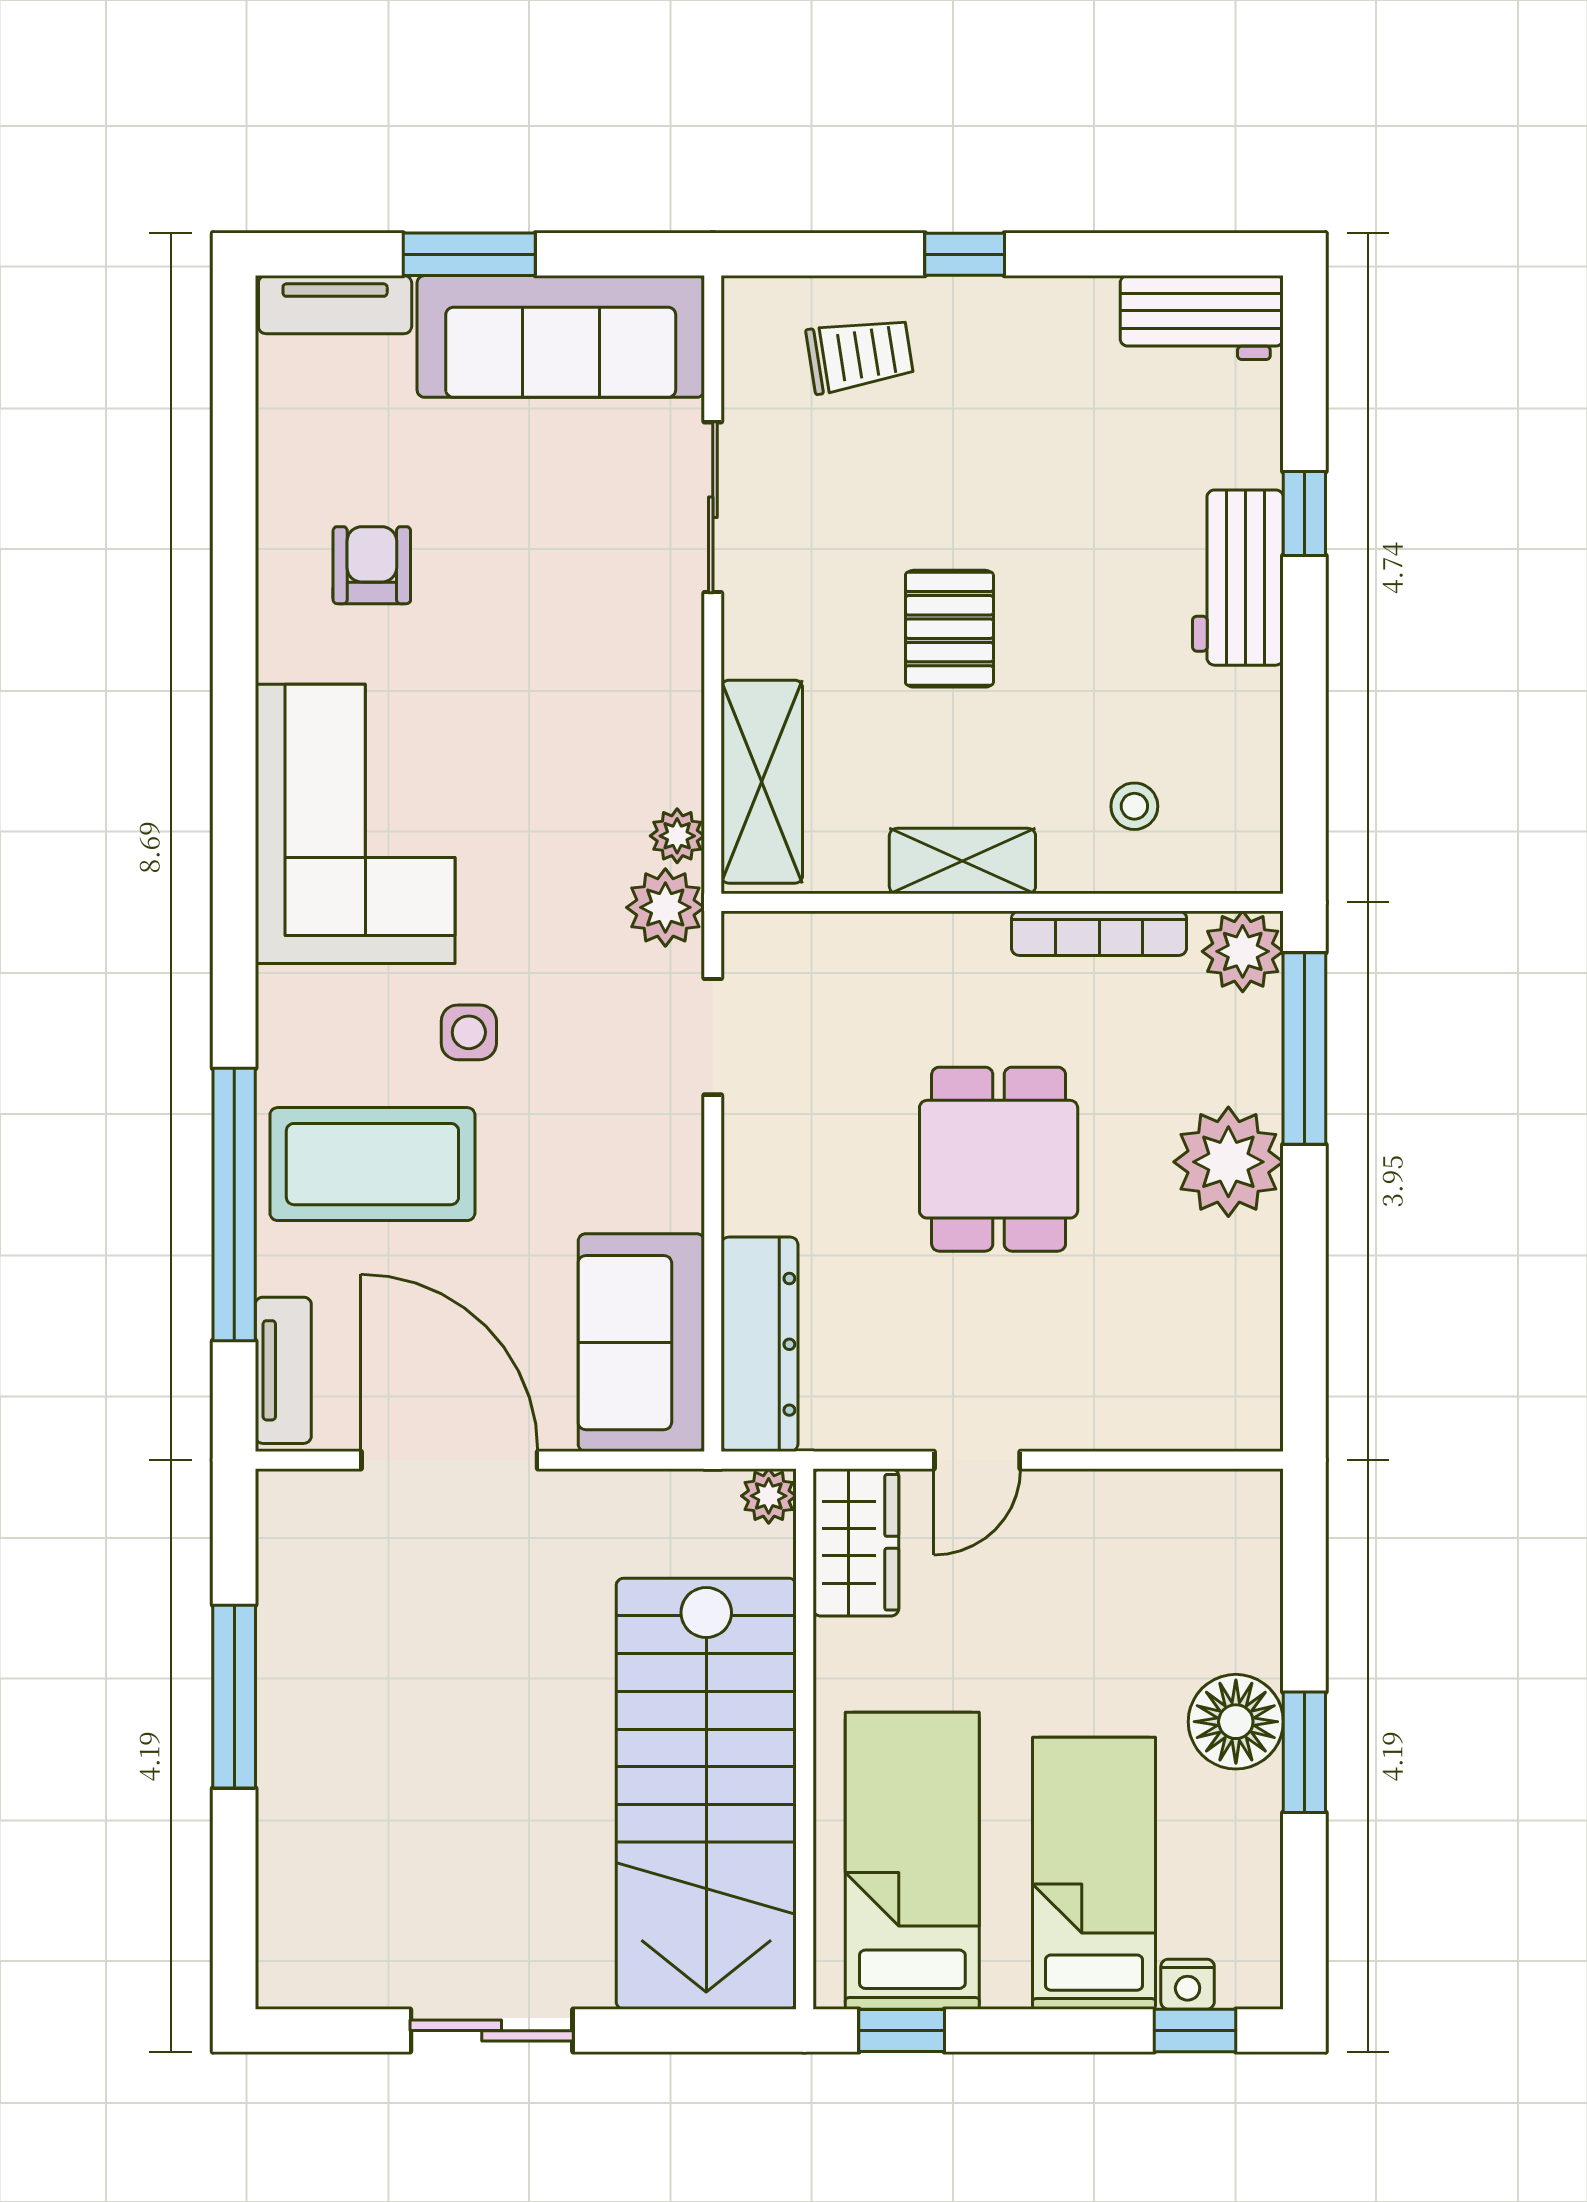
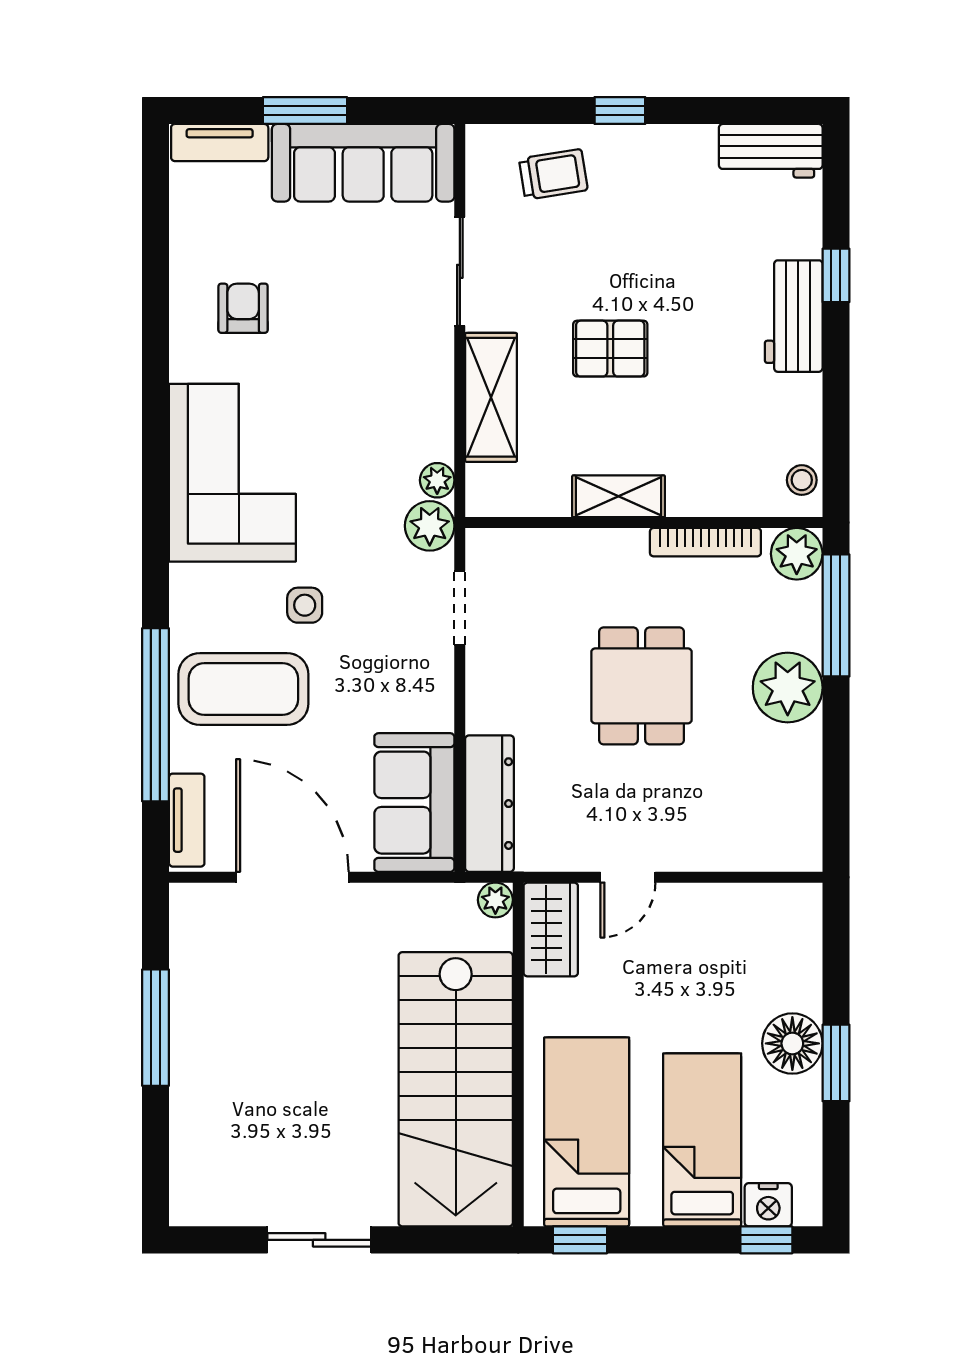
pallet: (949, 629) -> (610, 349), turned 90
shelving: (762, 782) -> (491, 397), moved
stool: (1134, 806) -> (802, 480), moved
nightstand: (1188, 1984) -> (768, 1205), width x1.39, depth x1.35

